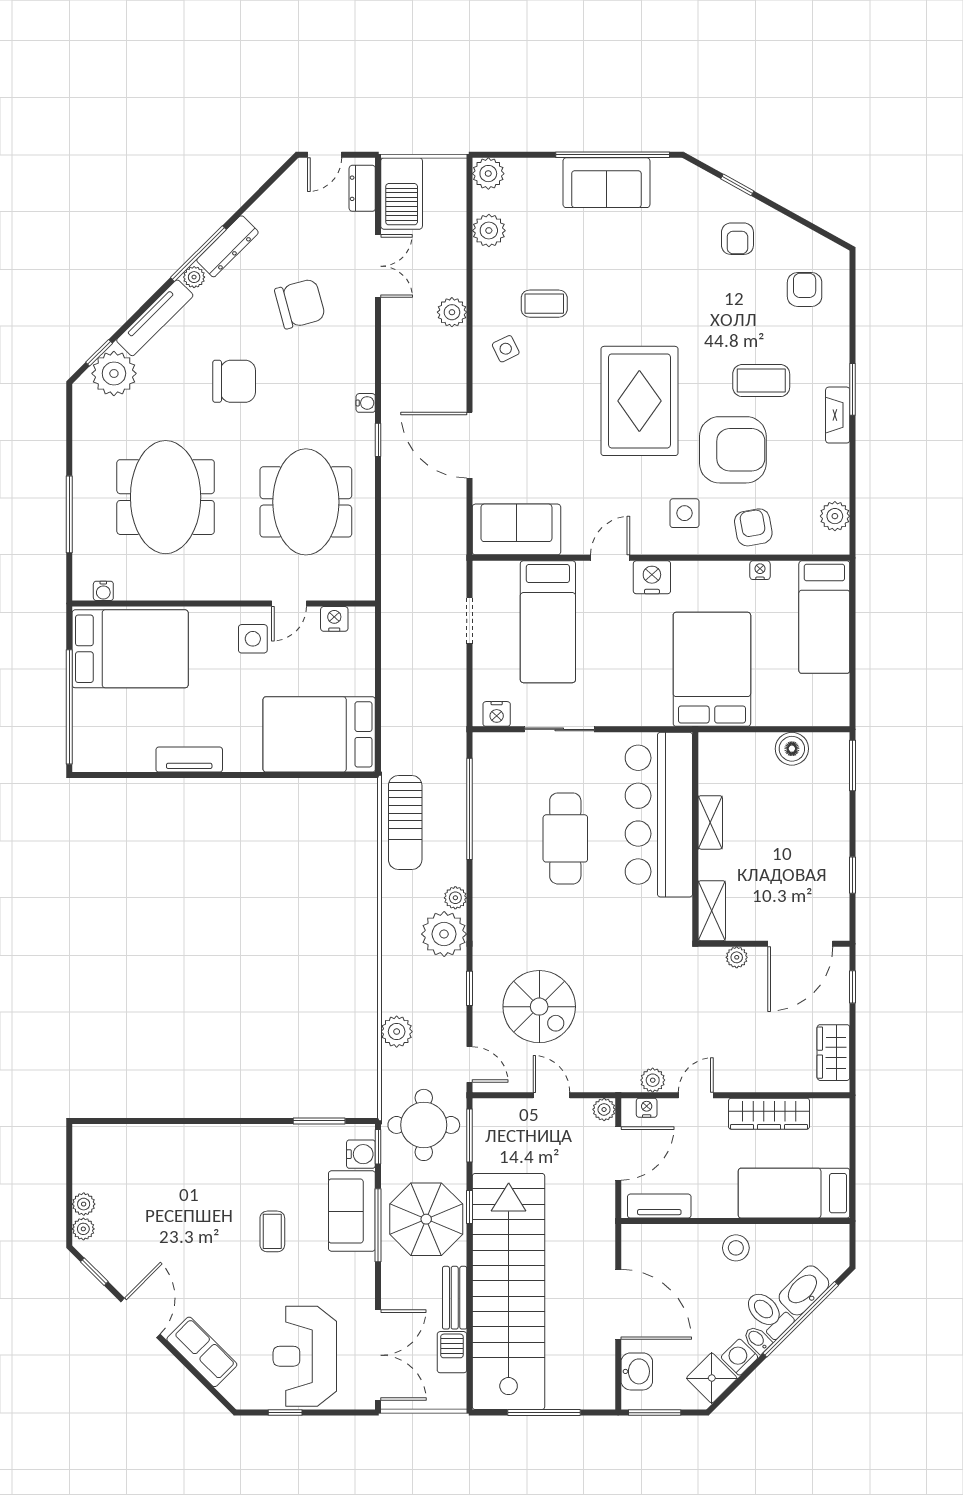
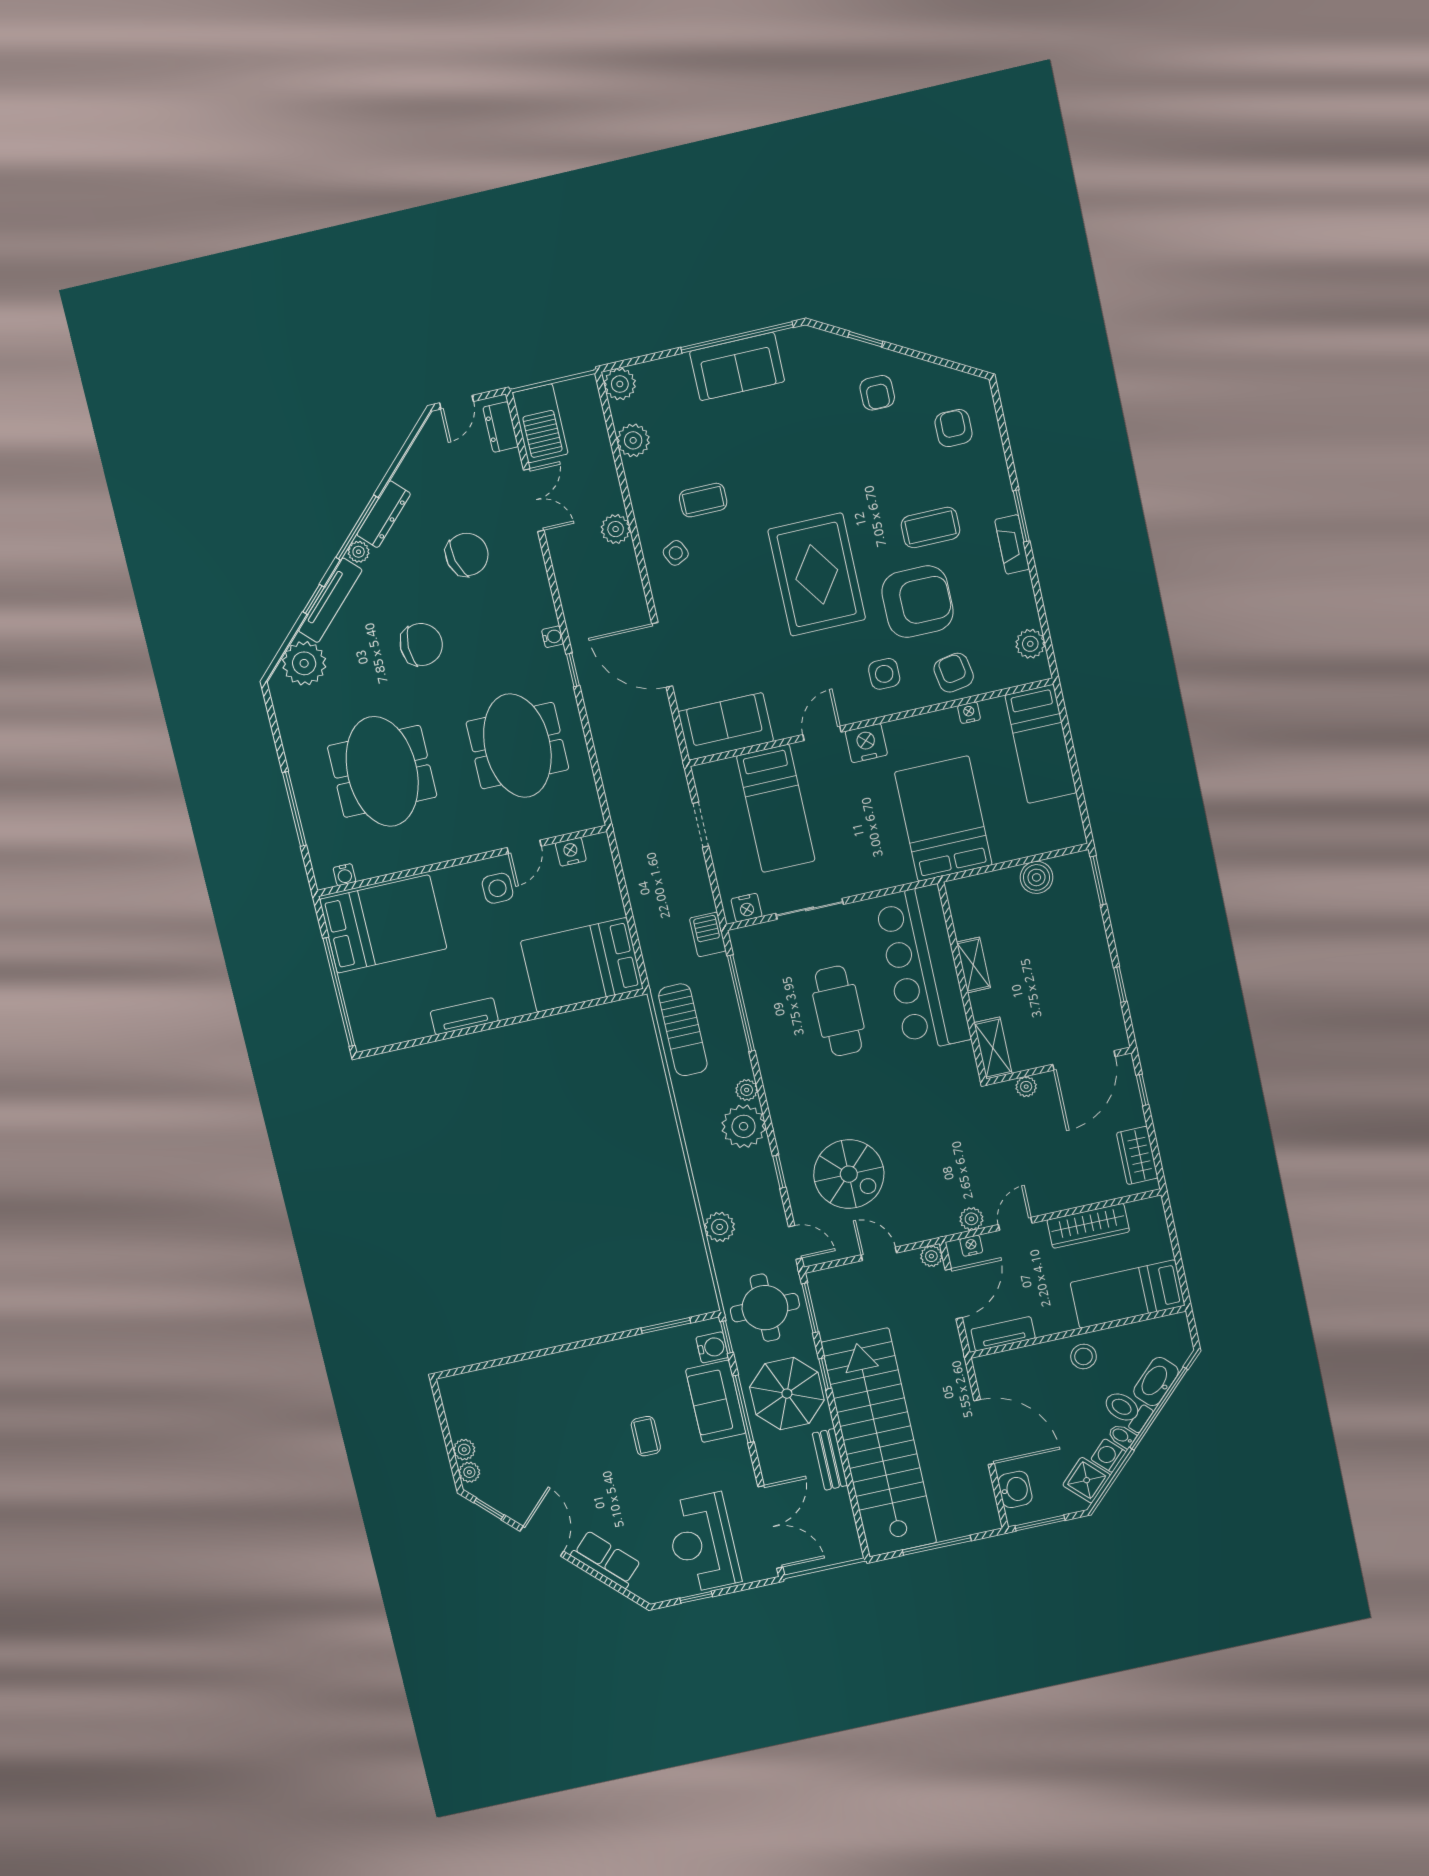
window: (99, 353) -> (314, 599), moved
barbecue: (452, 1352) -> (708, 934), moved

